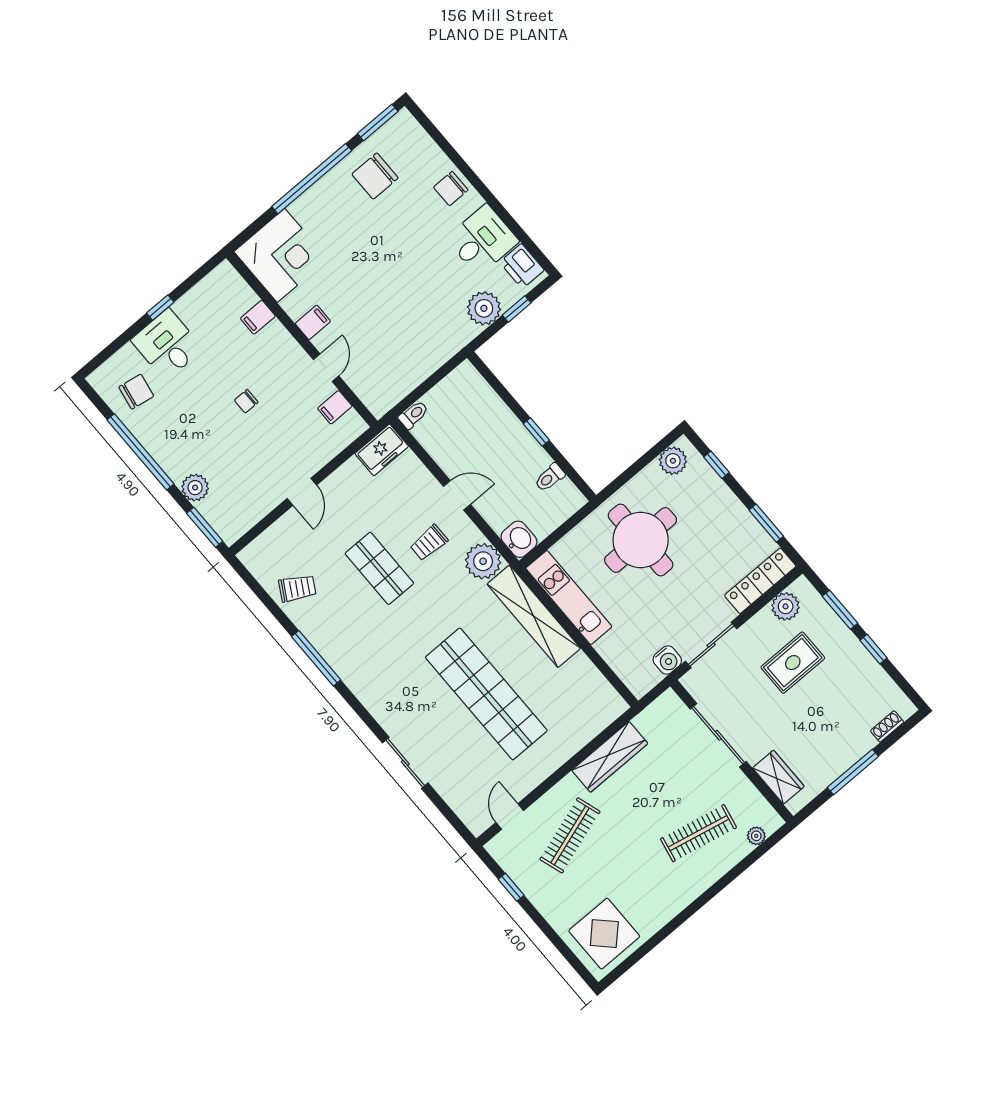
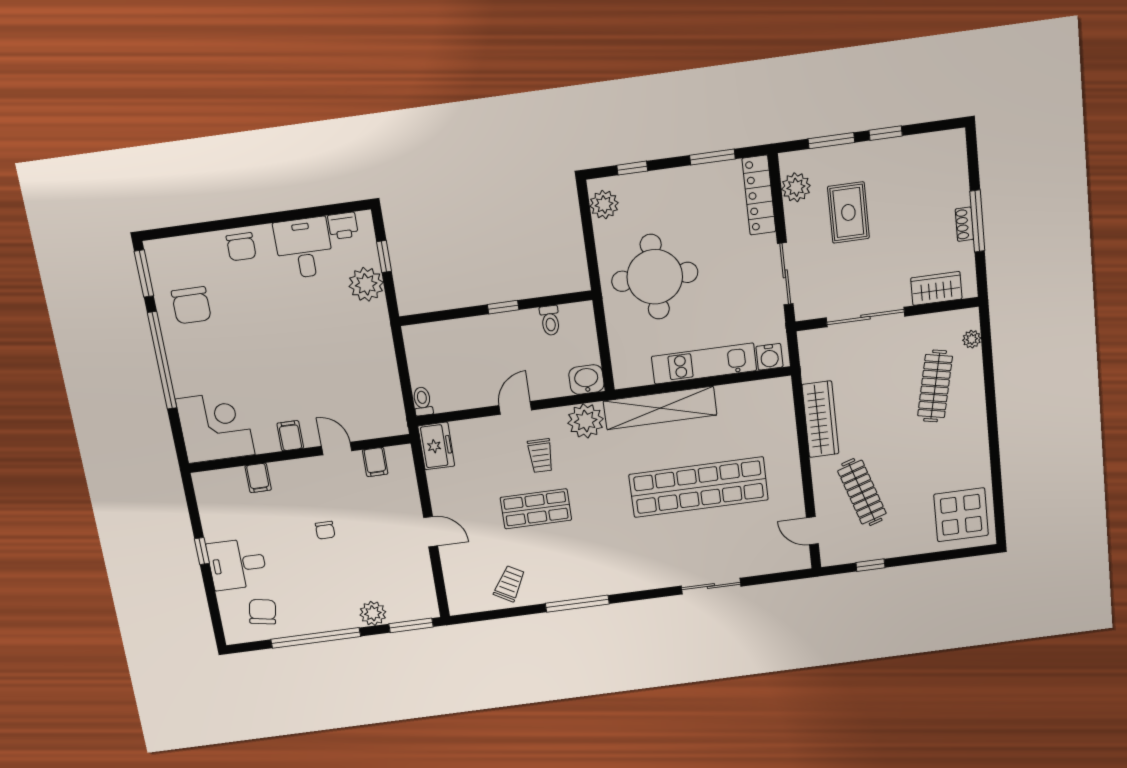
printer: (522, 266) -> (343, 226), width x0.73, depth x0.81
kitchen unit: (569, 597) -> (704, 363), moved
water cooler: (667, 660) -> (769, 357), moved, turned 90
shoe rack: (887, 726) -> (964, 224), moved

